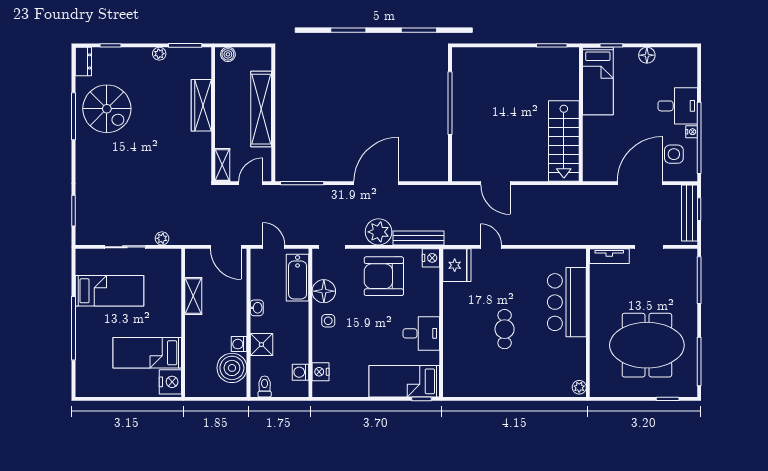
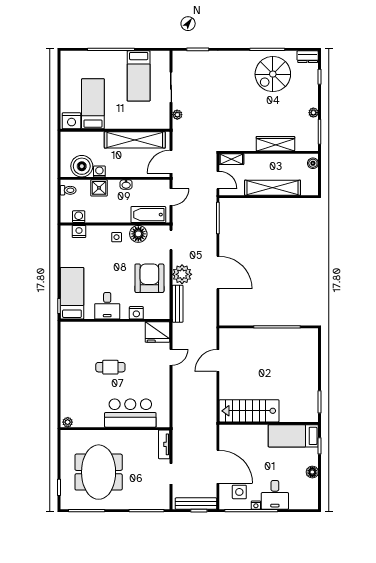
nightstand: (431, 258) -> (136, 313), moved
shelving: (193, 296) -> (135, 140), width x2.20, depth x1.33

